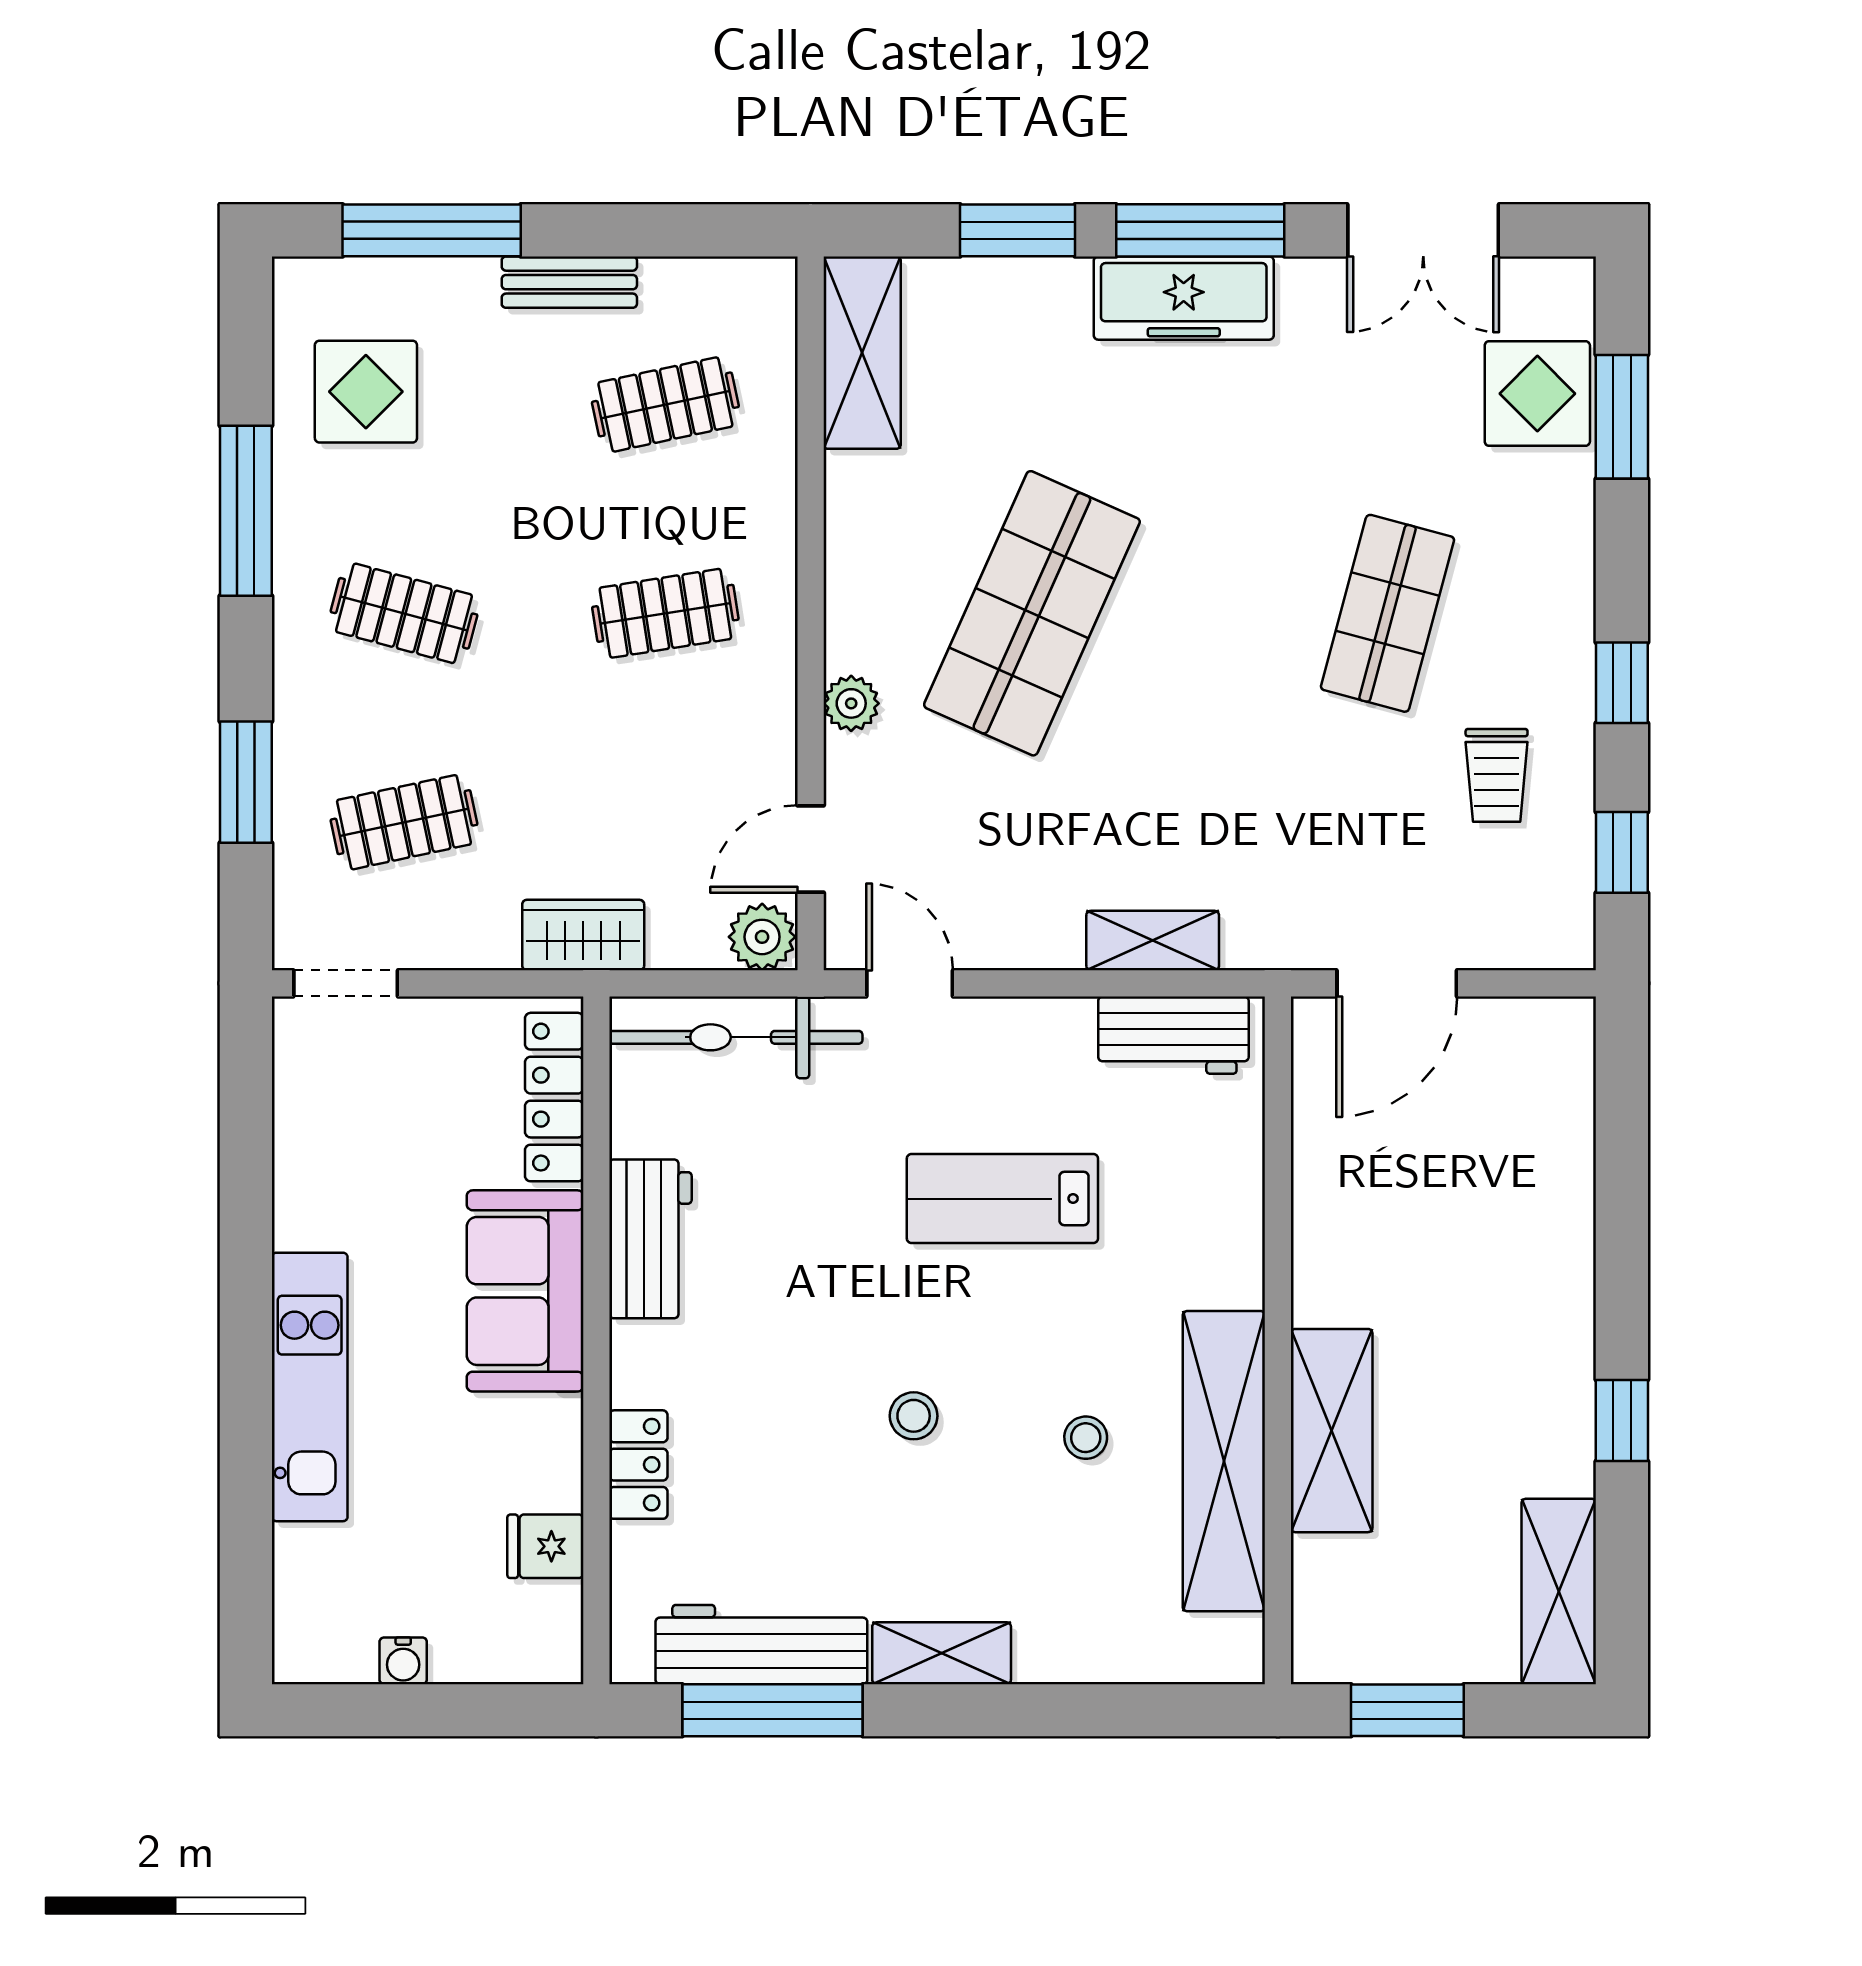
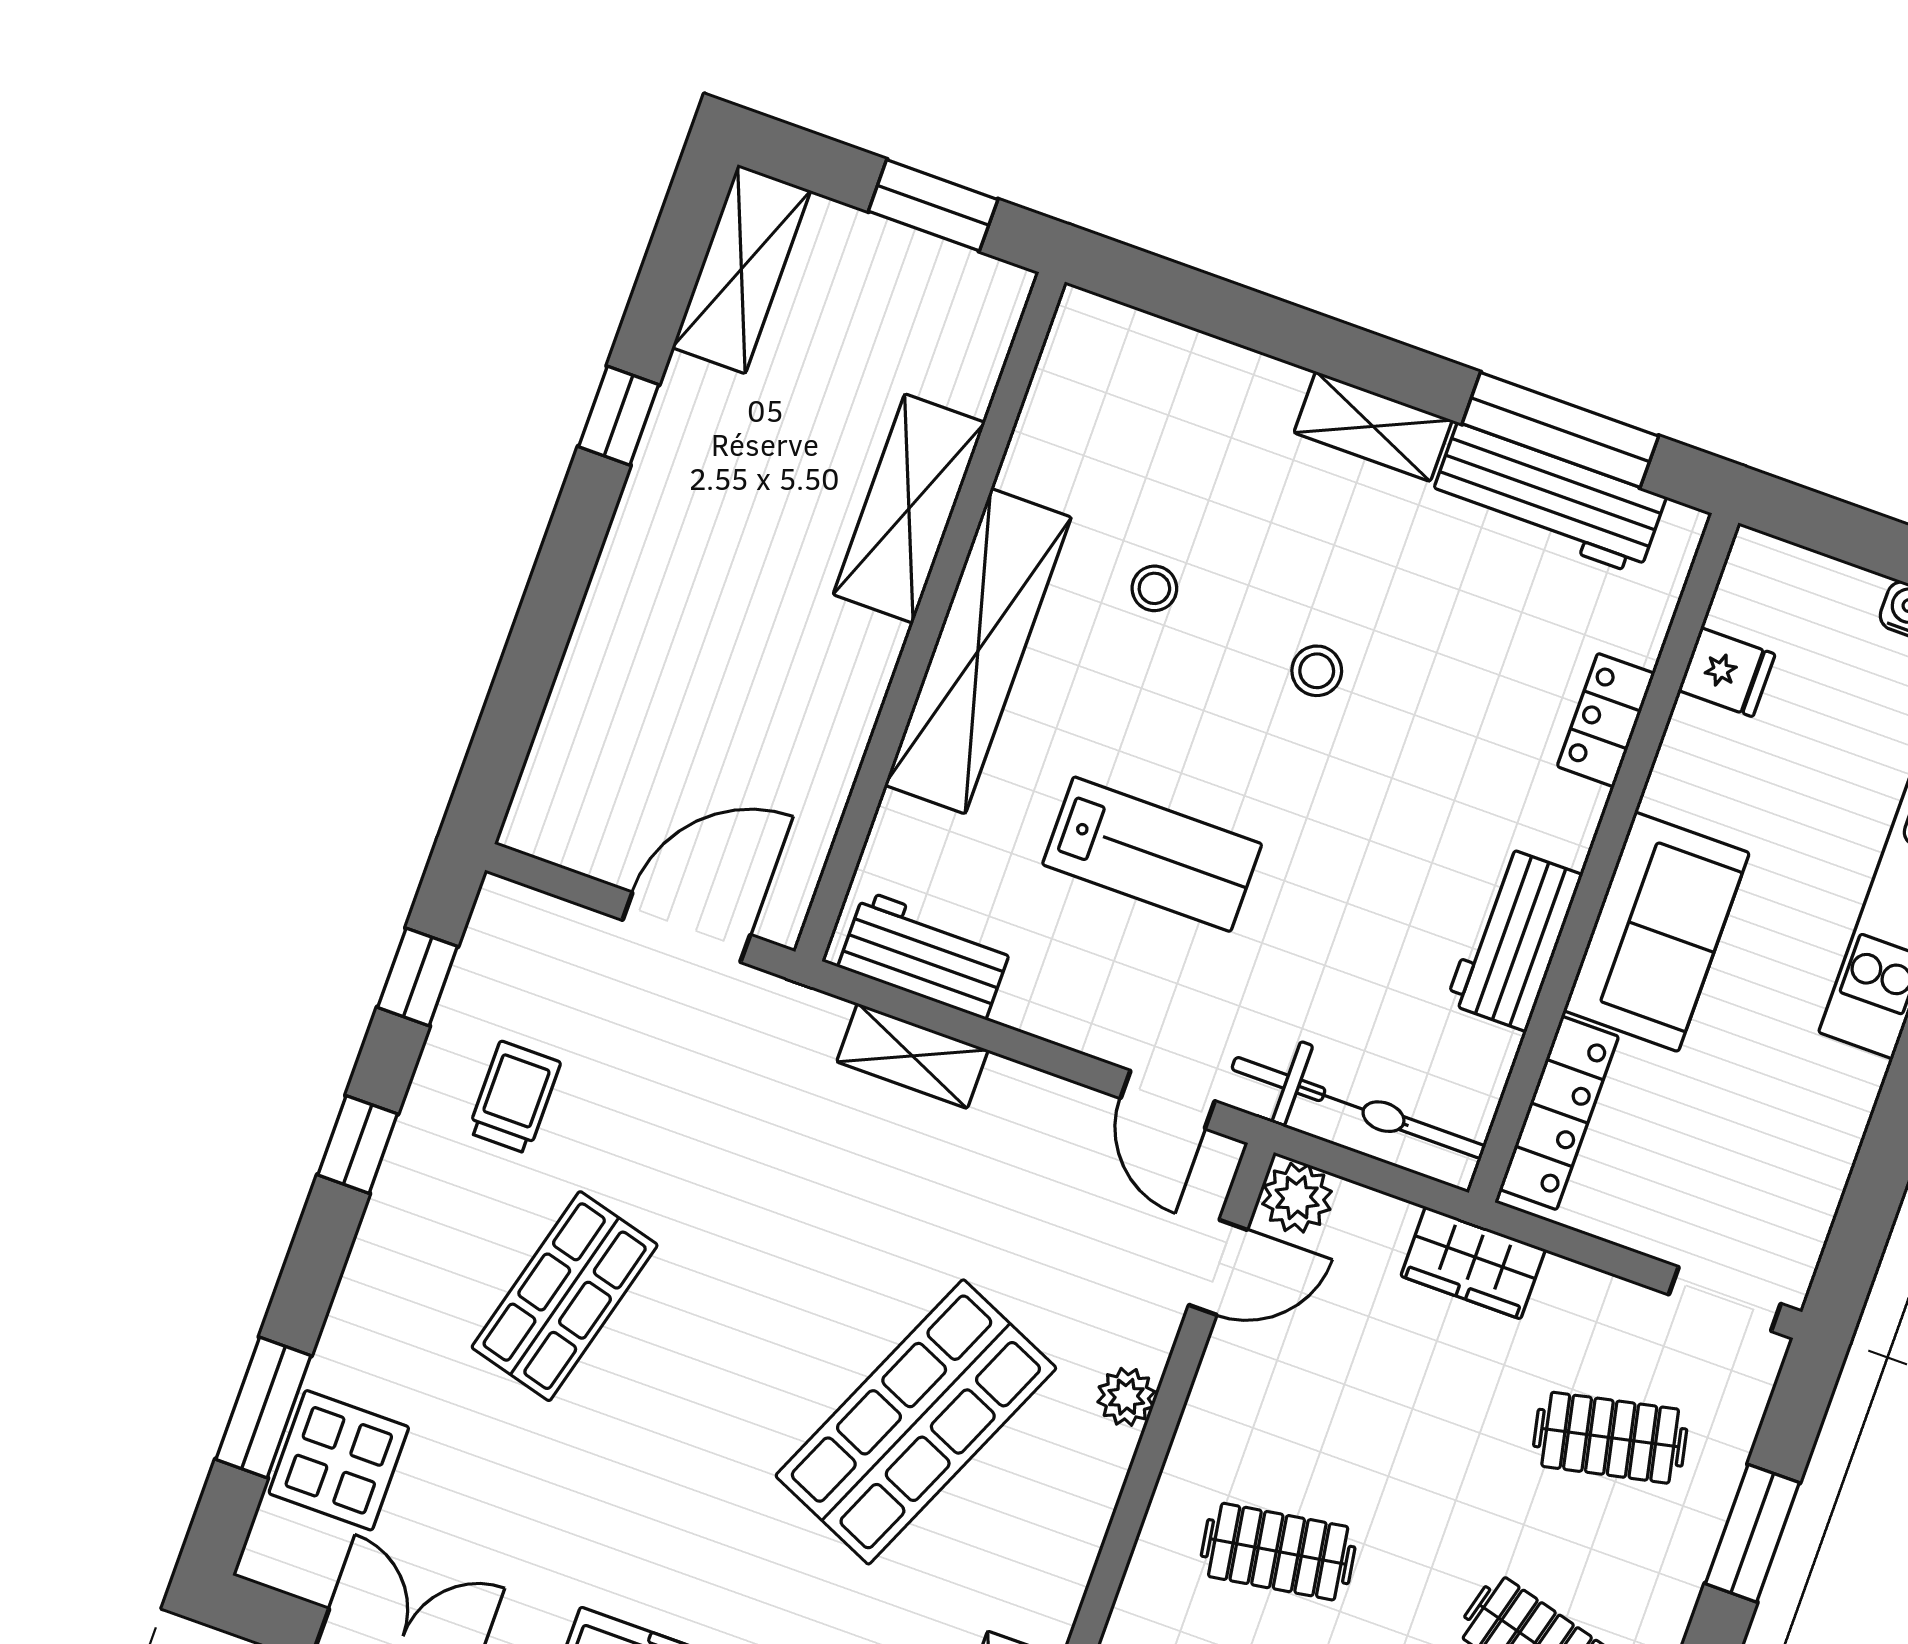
shelving: (1224, 1461) -> (978, 651), moved

